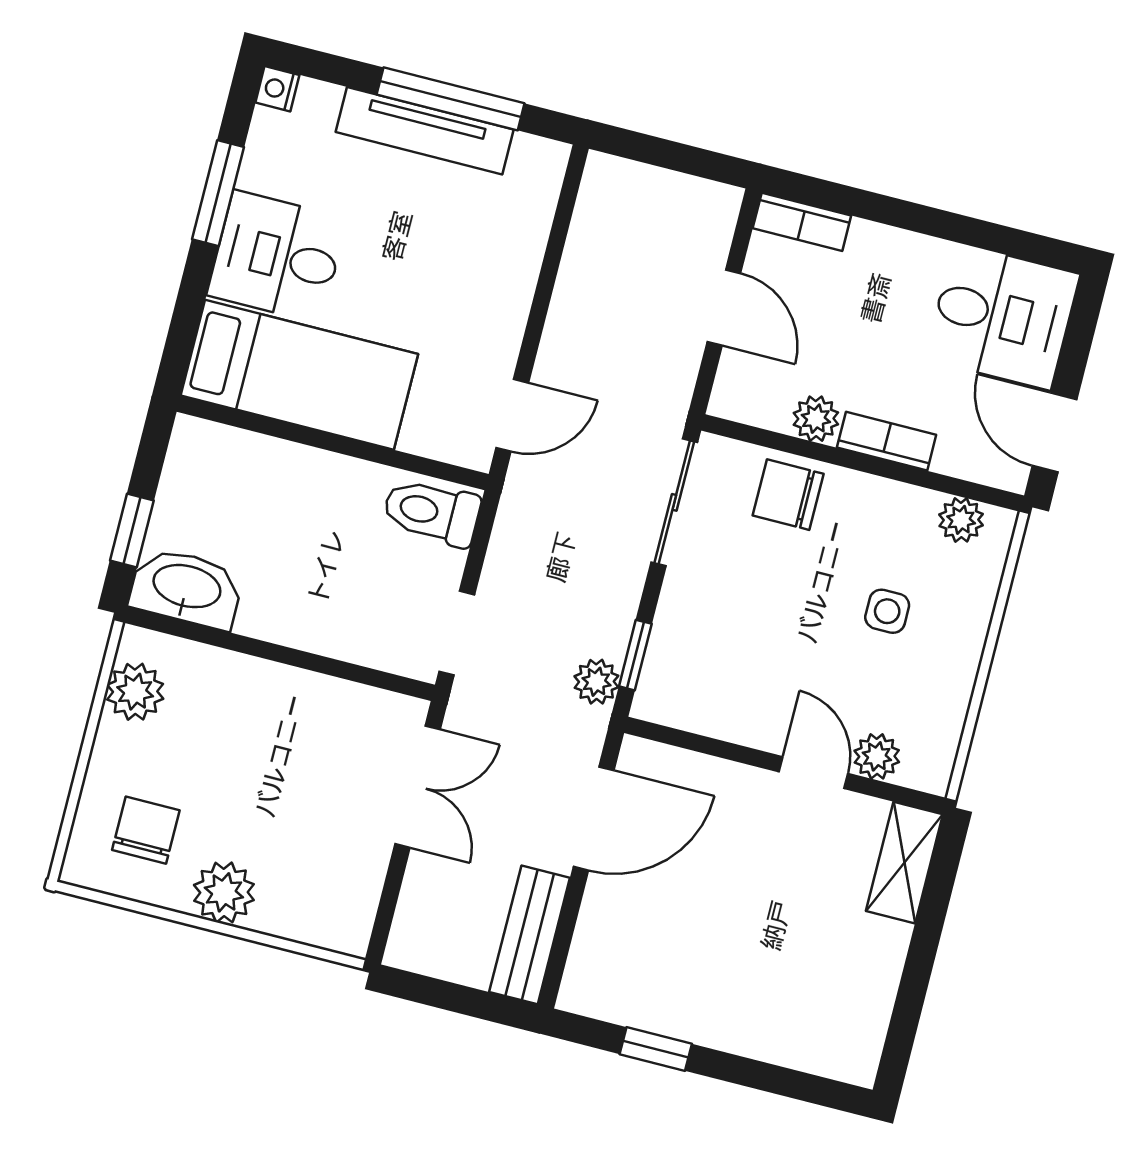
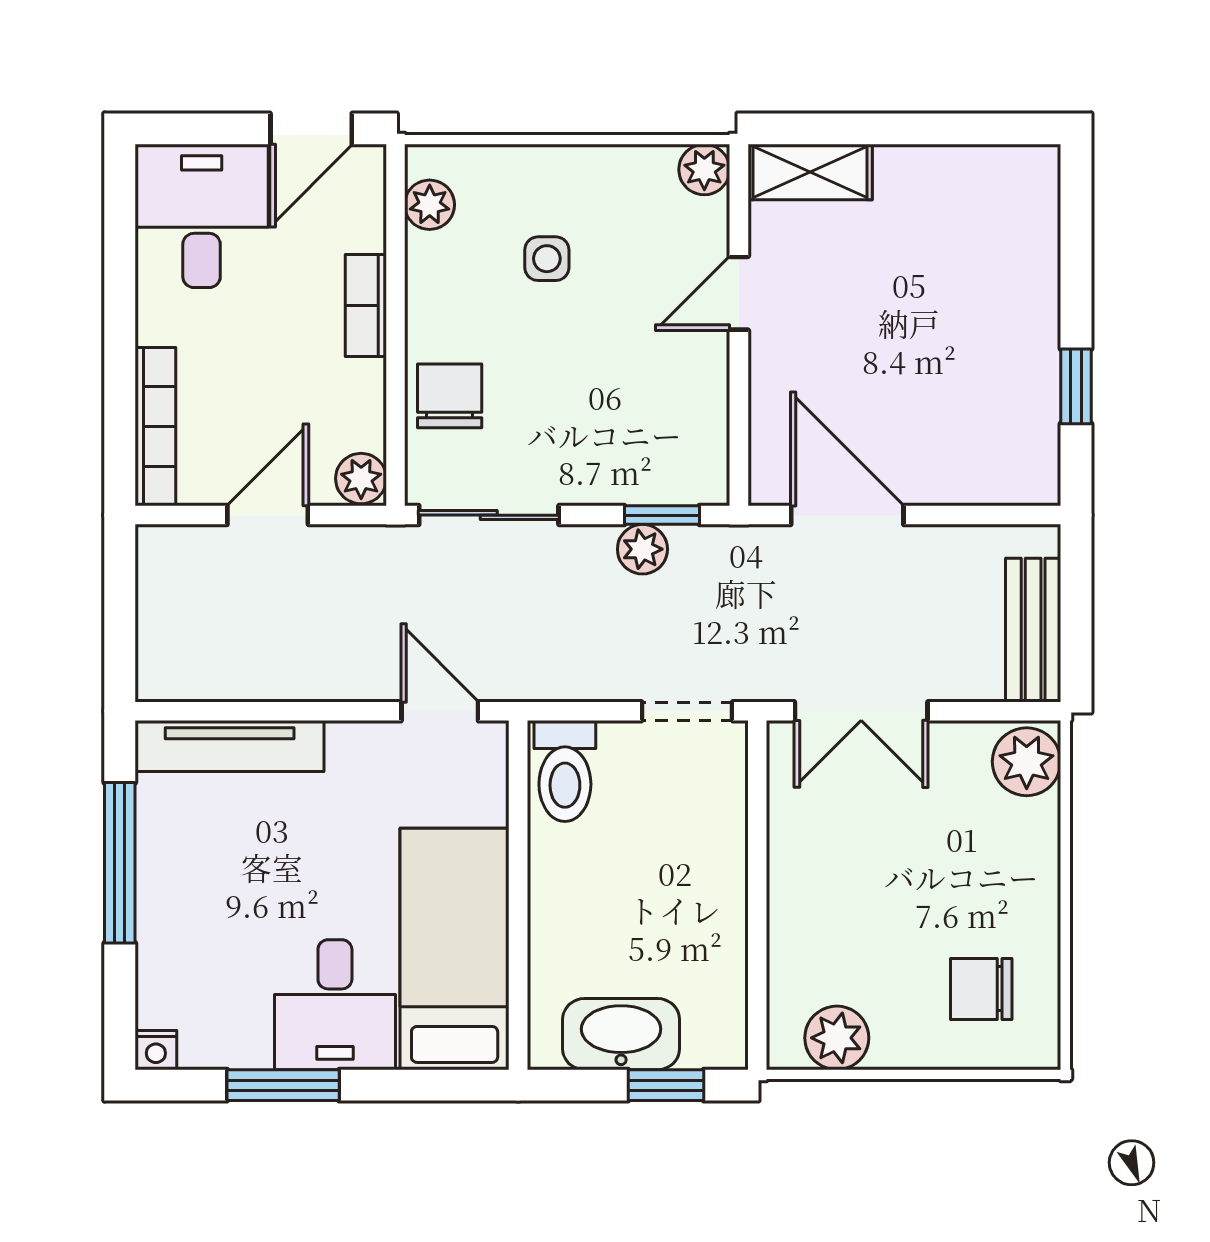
tv unit: (425, 131) -> (230, 746), moved, turned 90
bookcase: (802, 222) -> (155, 427), width x1.56
plant: (816, 419) -> (361, 479), moved
chair: (788, 495) -> (450, 396), turned 180
washbasin: (186, 588) -> (621, 1034), moved, turned 90
plant: (596, 682) -> (642, 549), moved
plant: (877, 756) -> (704, 170), moved
double door: (418, 787) -> (861, 711), swing flipped
plant: (224, 892) -> (1027, 762), moved
bench: (530, 935) -> (1033, 630), moved, turned 90

